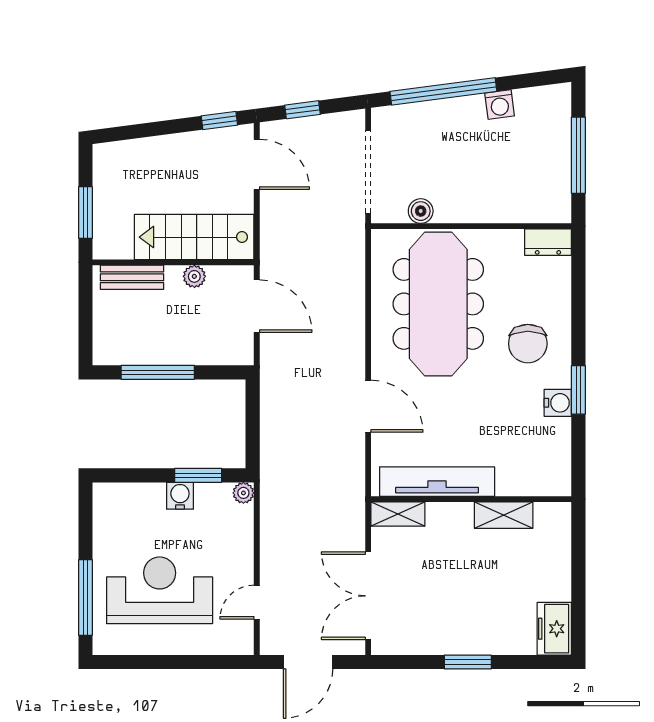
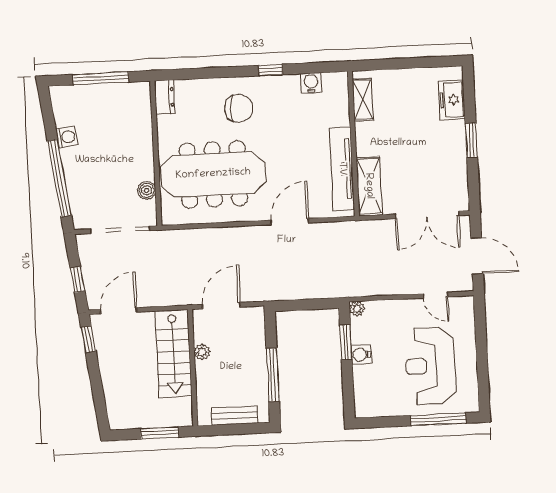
bench: (132, 277) -> (234, 415), moved, turned 90
window: (578, 390) -> (271, 70), width x0.67
water cooler: (558, 403) -> (311, 83), moved
shelving: (398, 514) -> (369, 186), width x1.50, depth x1.33
shelving: (504, 515) -> (363, 100), moved
freezer: (554, 629) -> (452, 100), moved, turned 90

